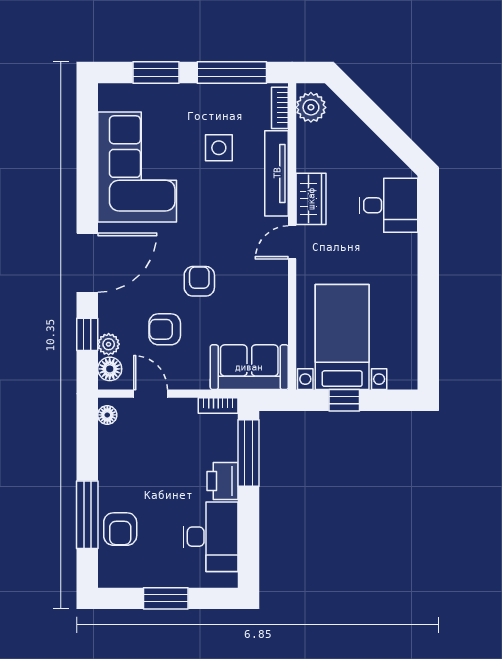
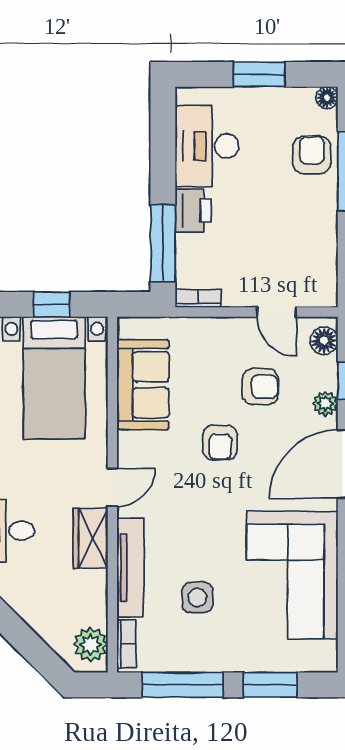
plant: (109, 344) -> (325, 404), moved
sofa: (249, 367) -> (143, 385), moved, turned -90
floor lamp: (107, 415) -> (327, 98), moved

